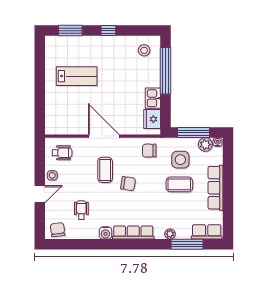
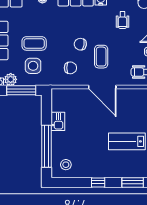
fridge: (152, 119) -> (59, 102), removed
chair: (149, 151) -> (70, 68), moved

